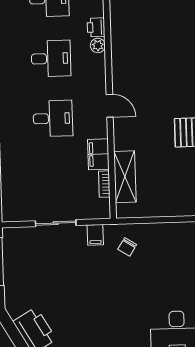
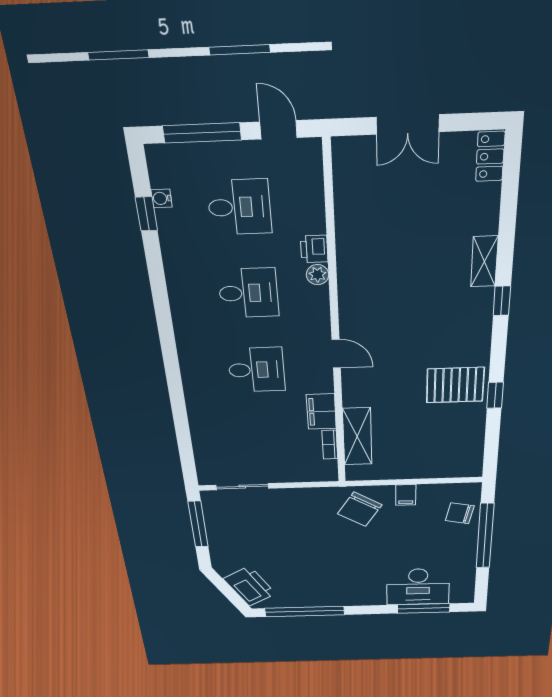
sliding door: (56, 223) -> (242, 487), moved
filing cabinet: (95, 235) -> (406, 495), moved
chair: (127, 247) -> (360, 509), width x1.87, depth x1.87

